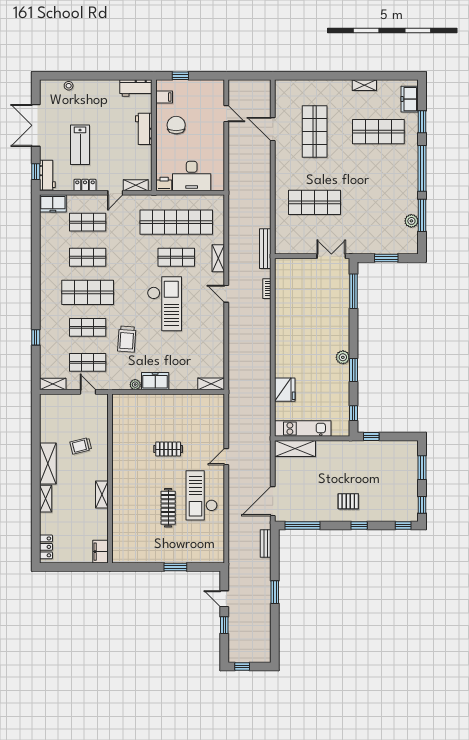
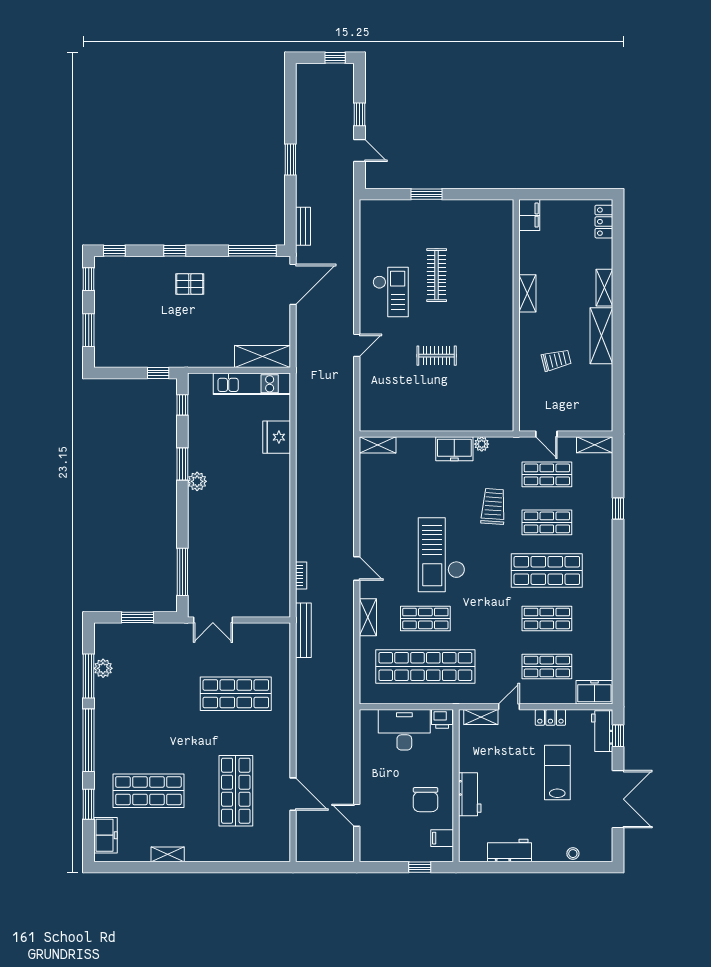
workbench: (136, 88) -> (510, 850), moved
checkout: (202, 495) -> (391, 292), width x0.73, depth x0.83

